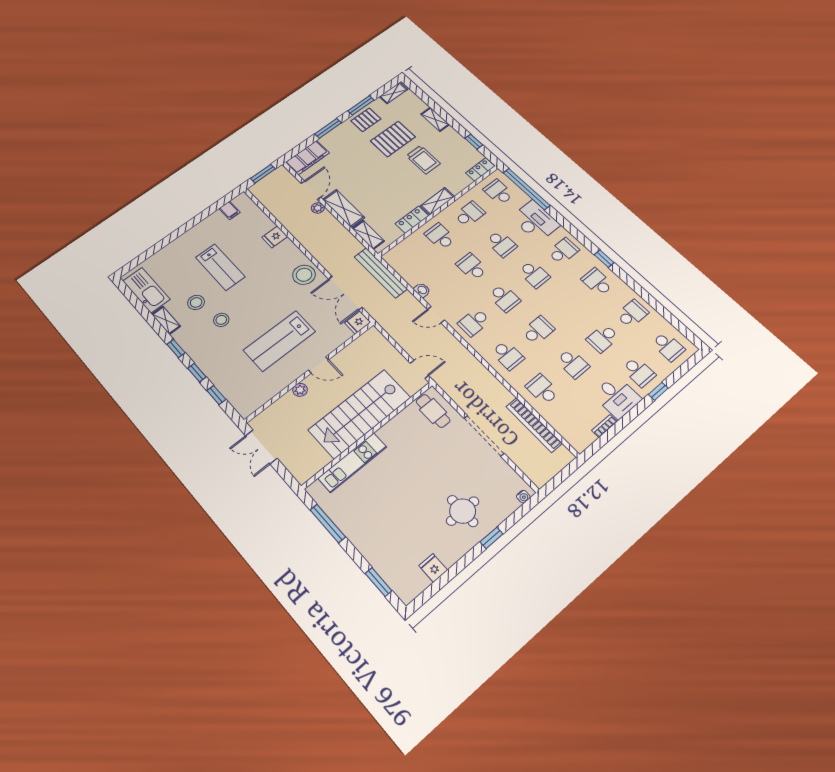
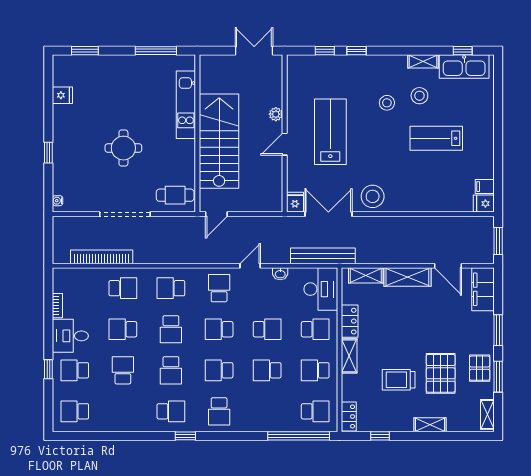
plant: (318, 208) -> (426, 257), removed
school desk: (470, 214) -> (315, 370), turned 90
desk: (535, 221) -> (321, 289), moved, turned -90
fridge: (275, 237) -> (484, 204), moved, turned -90
school desk: (632, 314) -> (171, 370), moved
window: (176, 349) -> (463, 51), moved
round table: (463, 511) -> (123, 148), moved

